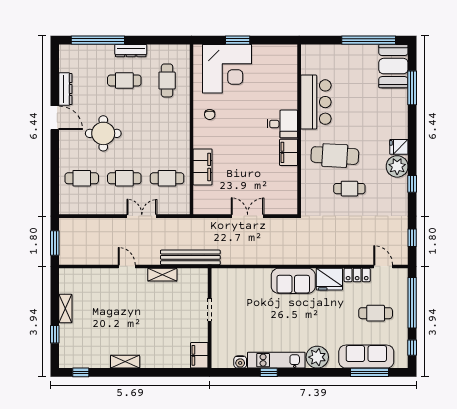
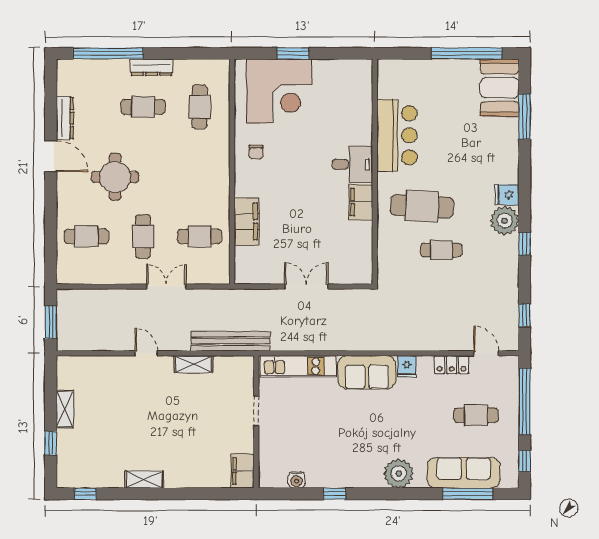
cafe table: (124, 178) -> (143, 236), turned 90
fridge: (329, 279) -> (407, 366), width x0.53, depth x0.75
kitchen unit: (276, 360) -> (298, 366), moved, turned 180

